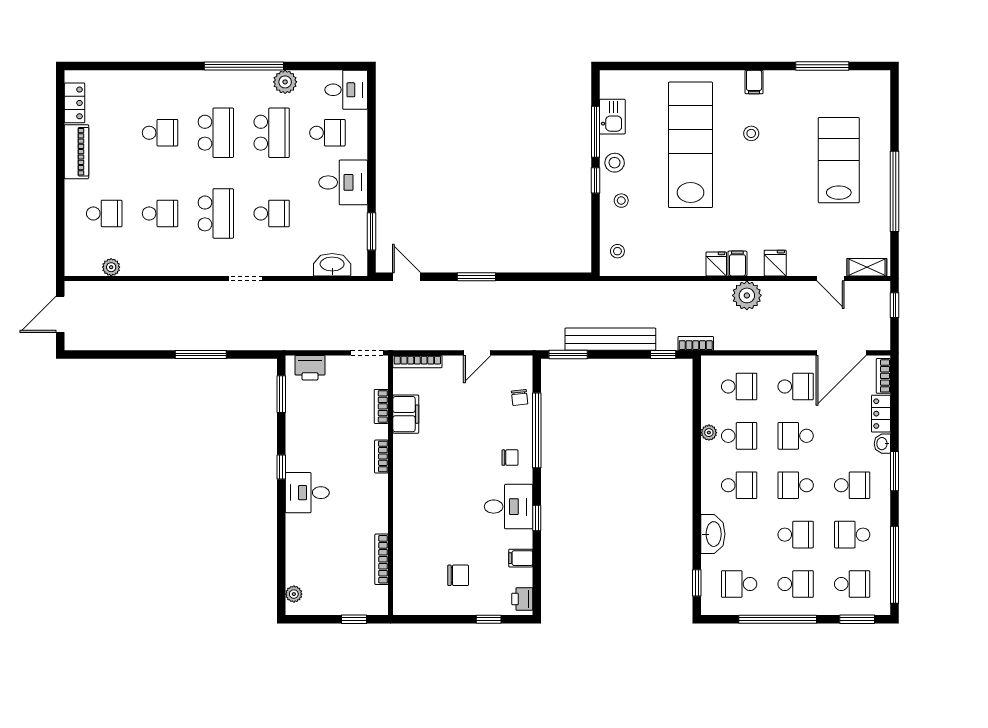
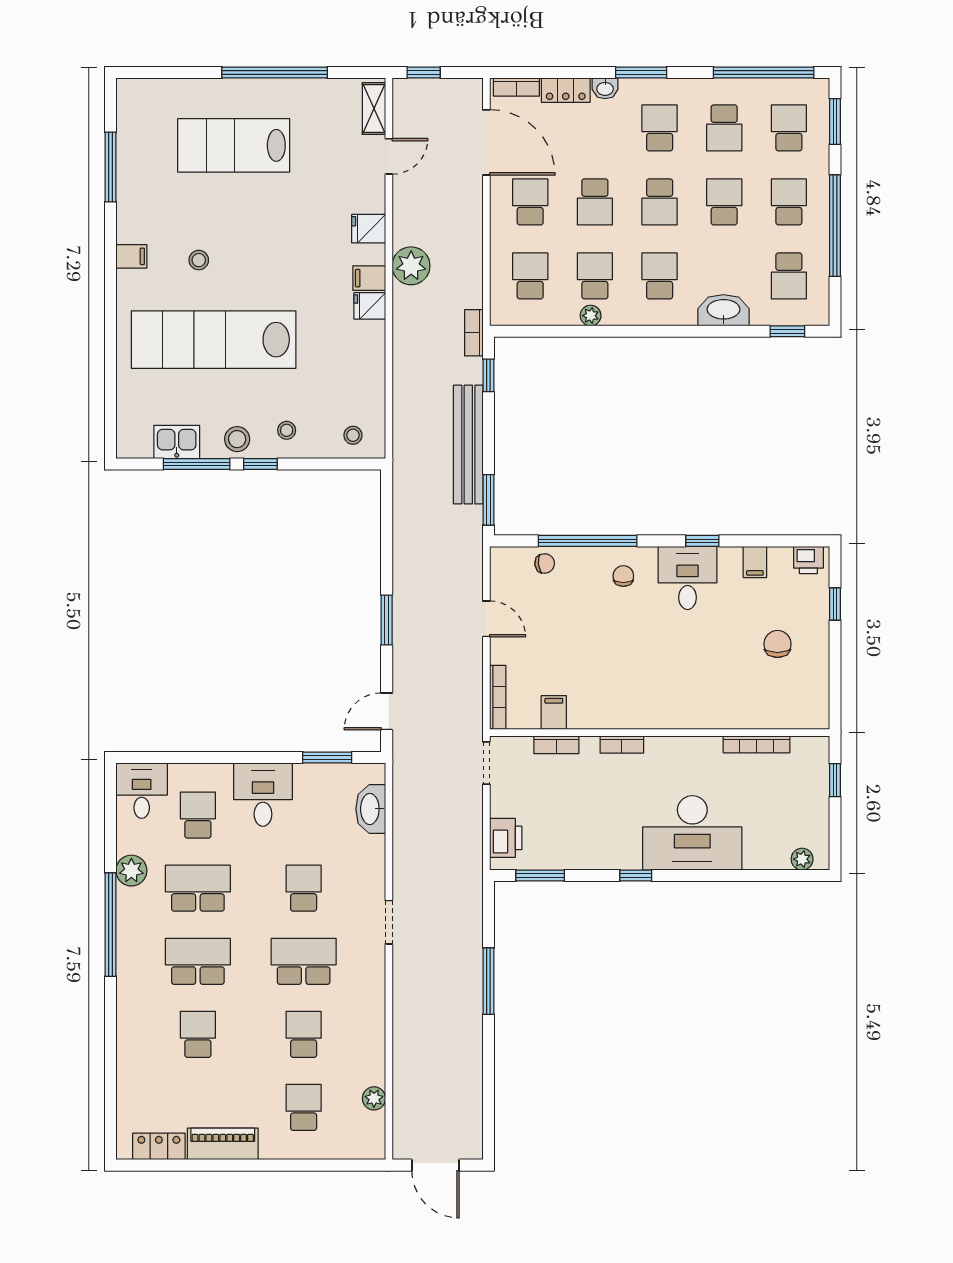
filing cabinet: (406, 414) -> (554, 712), width x0.50
desk: (307, 493) -> (692, 833), width x1.87, depth x1.30

